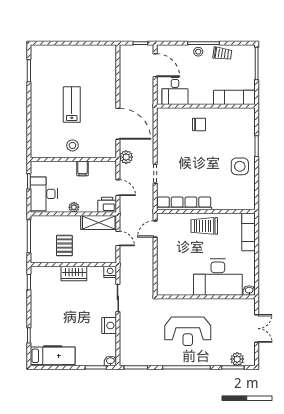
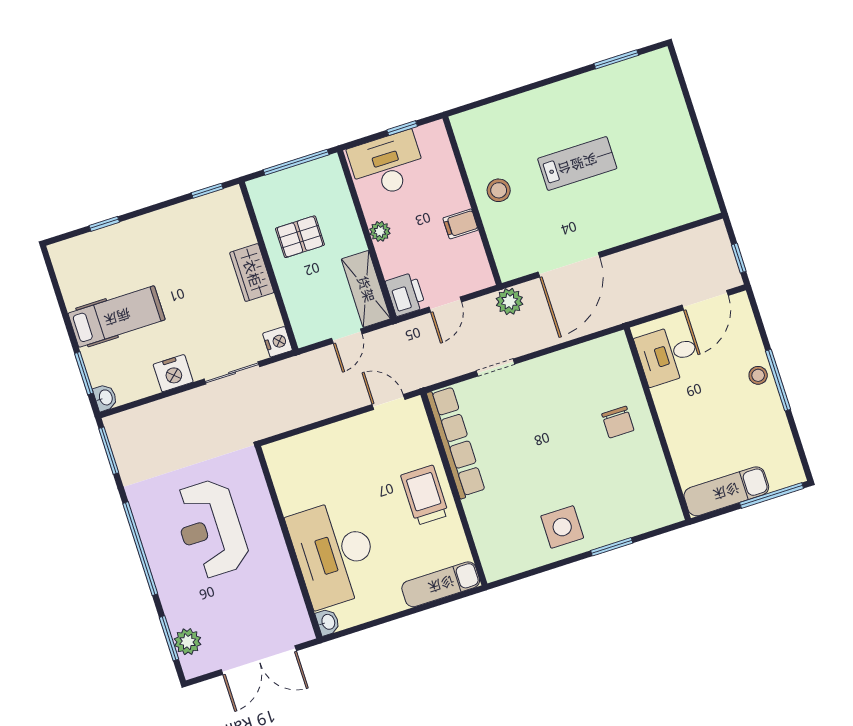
trolley: (222, 54) -> (769, 423), removed
exam couch: (234, 97) -> (726, 491), moved, turned -90
double door: (257, 329) -> (259, 660), width x1.37
hospital bed: (53, 356) -> (117, 317), moved, turned -90

